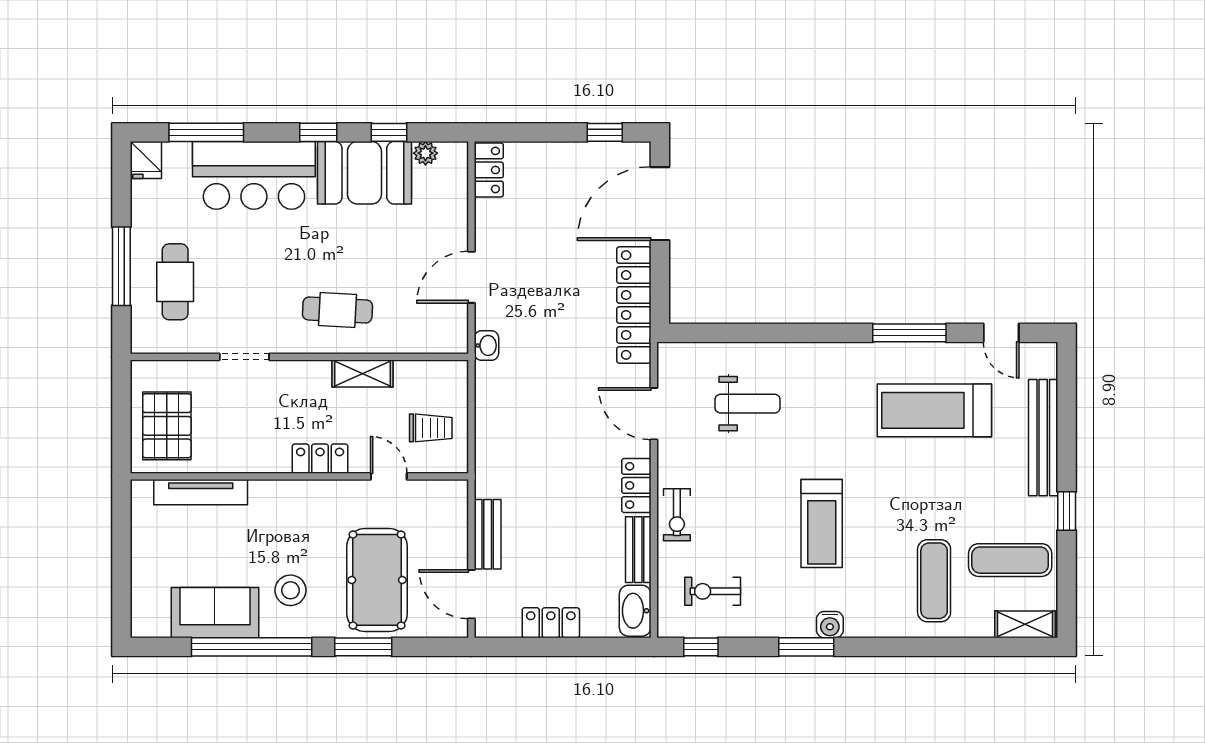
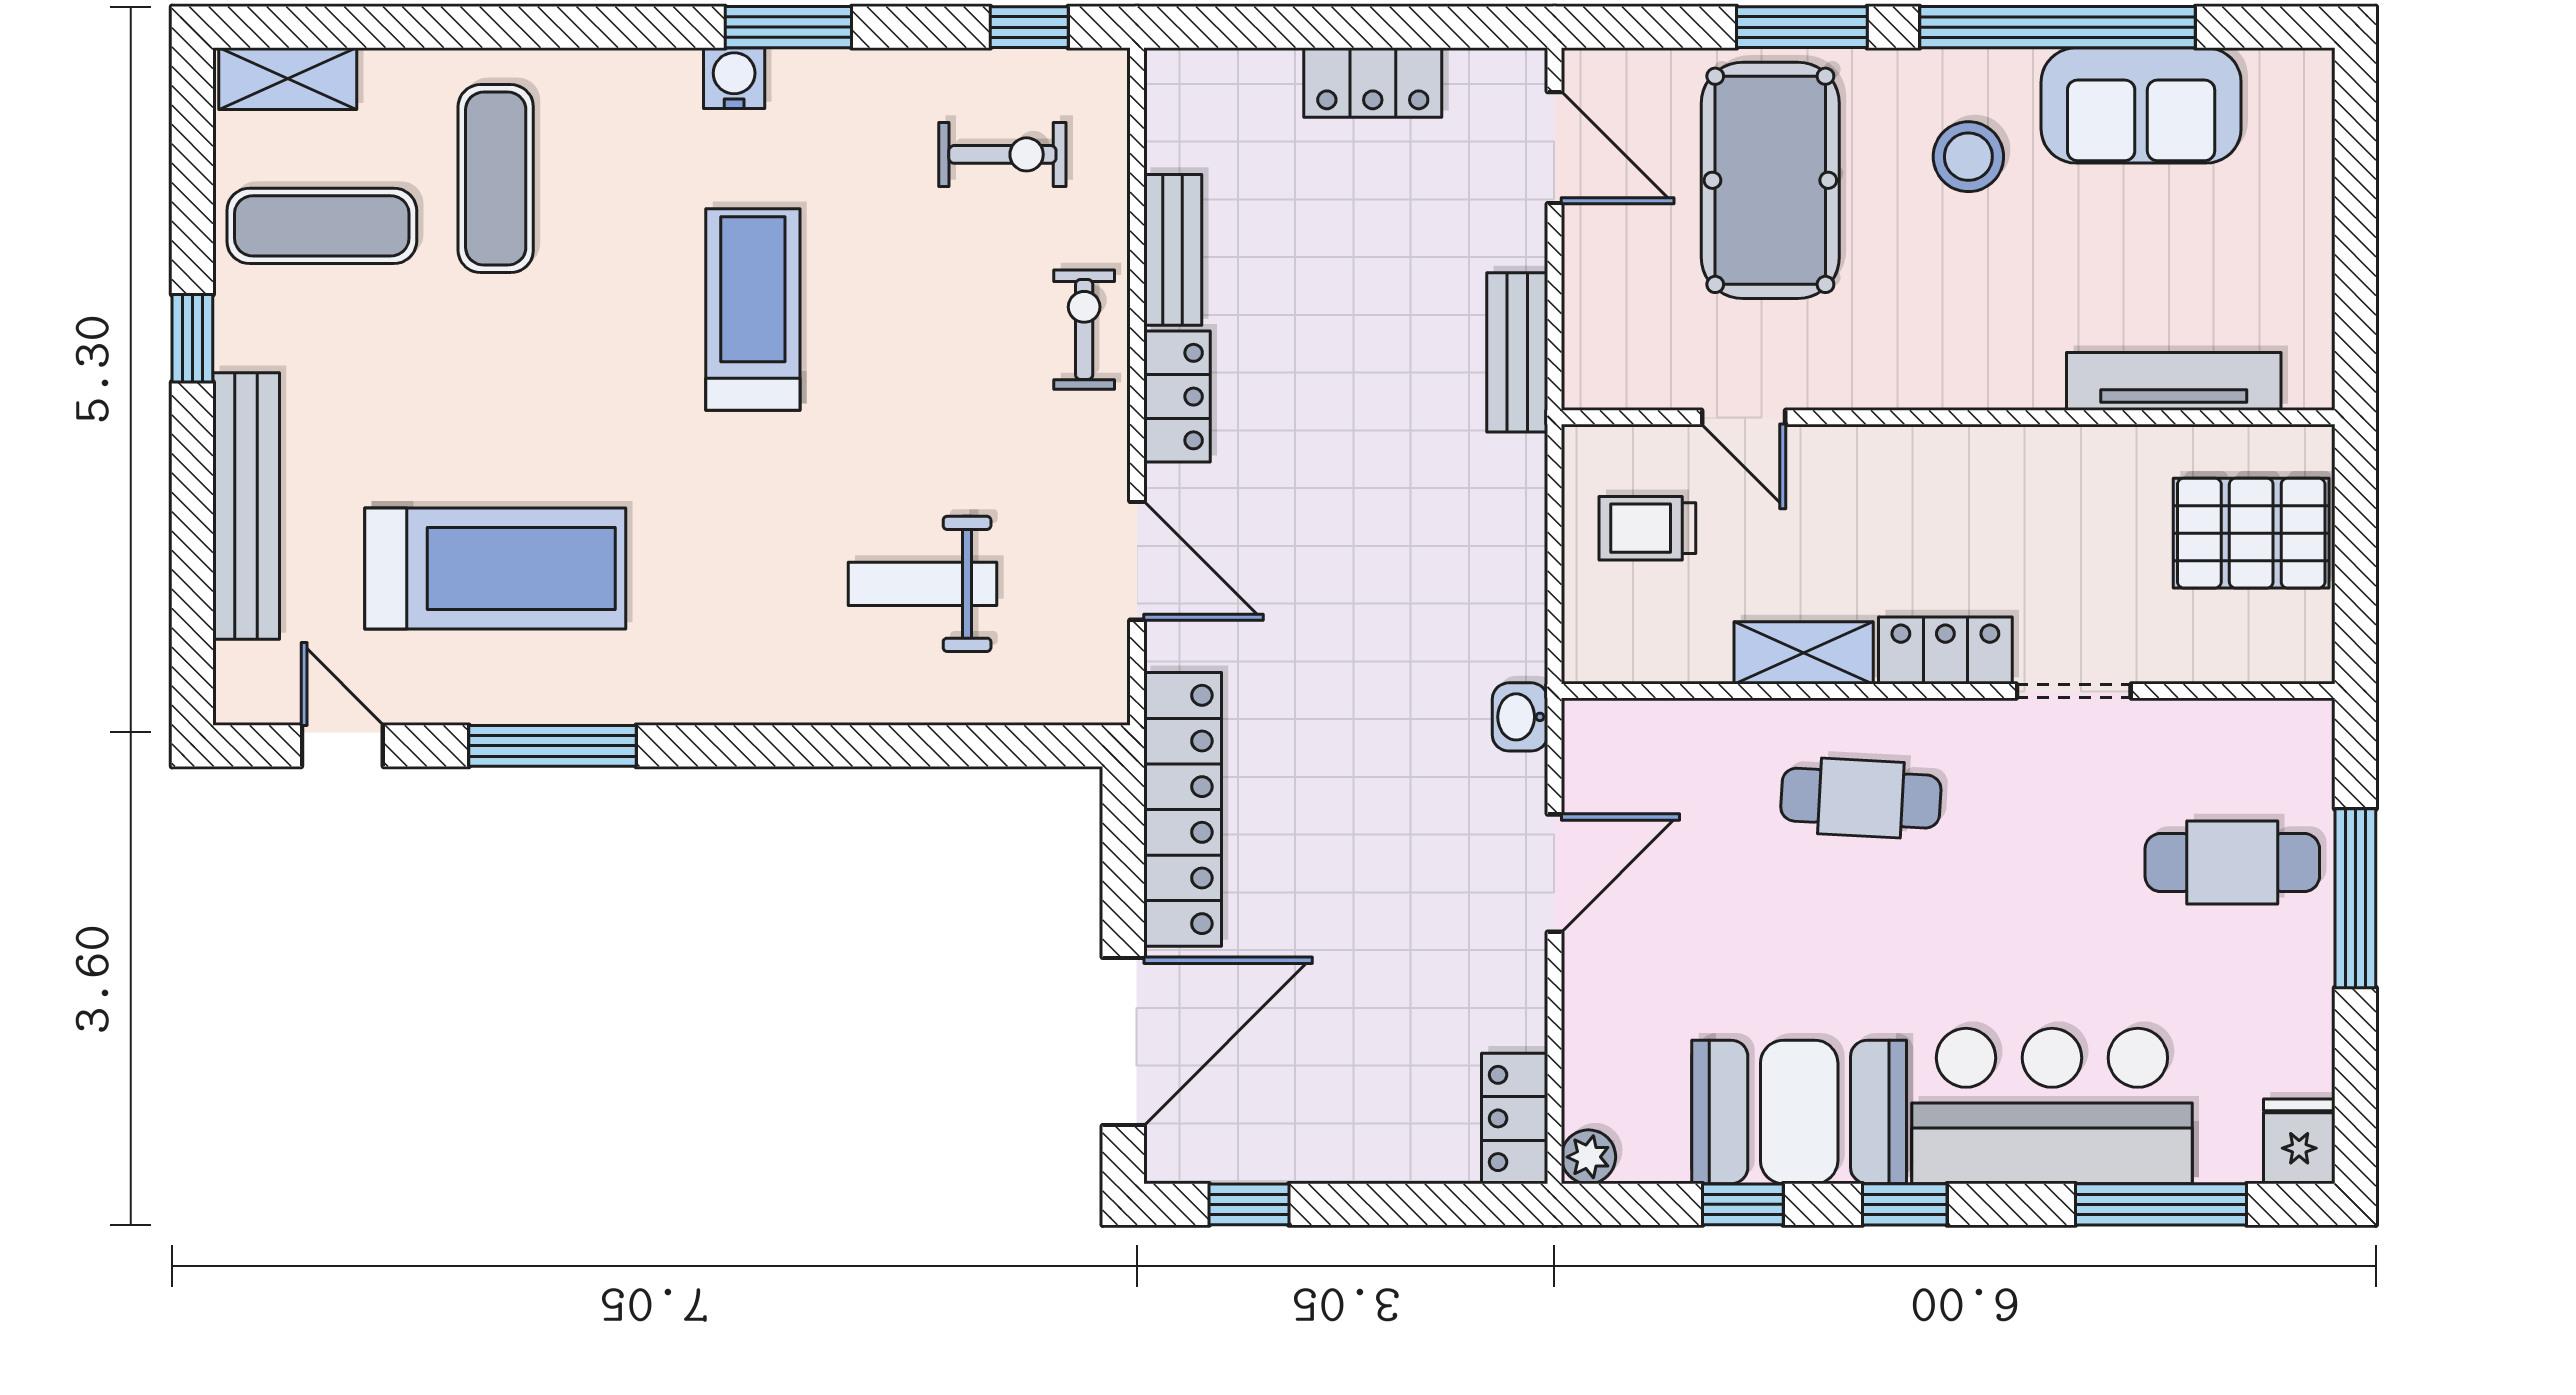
plant: (425, 153) -> (1588, 1157), moved
cafe table: (175, 282) -> (2232, 863), turned 90
pallet: (167, 426) -> (2251, 533), turned 90
locker: (320, 459) -> (1945, 650), moved, turned 180
bench: (488, 534) -> (1517, 352), moved
washbasin: (635, 611) -> (1180, 110), removed

